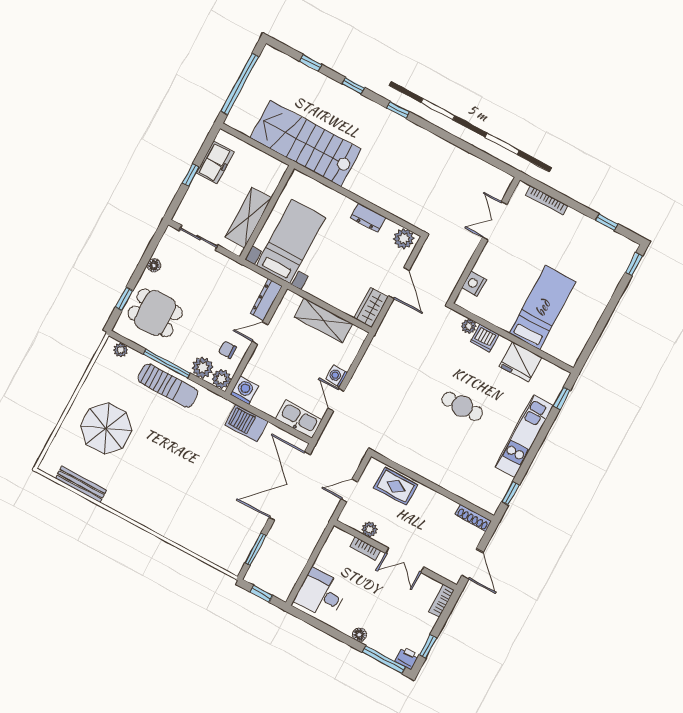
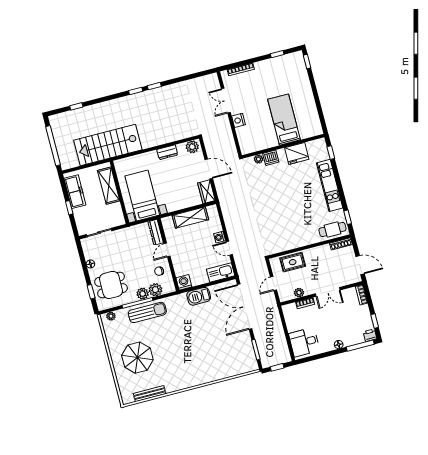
window: (353, 86) -> (154, 86), moved
freezer: (215, 162) -> (75, 192), width x1.40
shelving: (248, 217) -> (109, 186), moved
nightstand: (474, 284) -> (238, 120), moved
plant: (221, 379) -> (143, 294), moved
cafe table: (462, 406) -> (332, 229), moved

